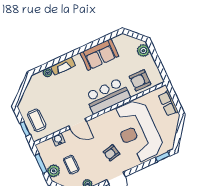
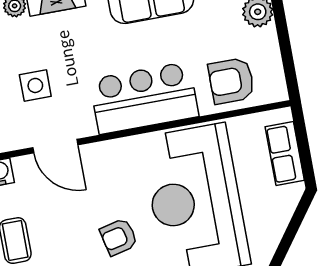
side table: (64, 102) -> (35, 85), added

